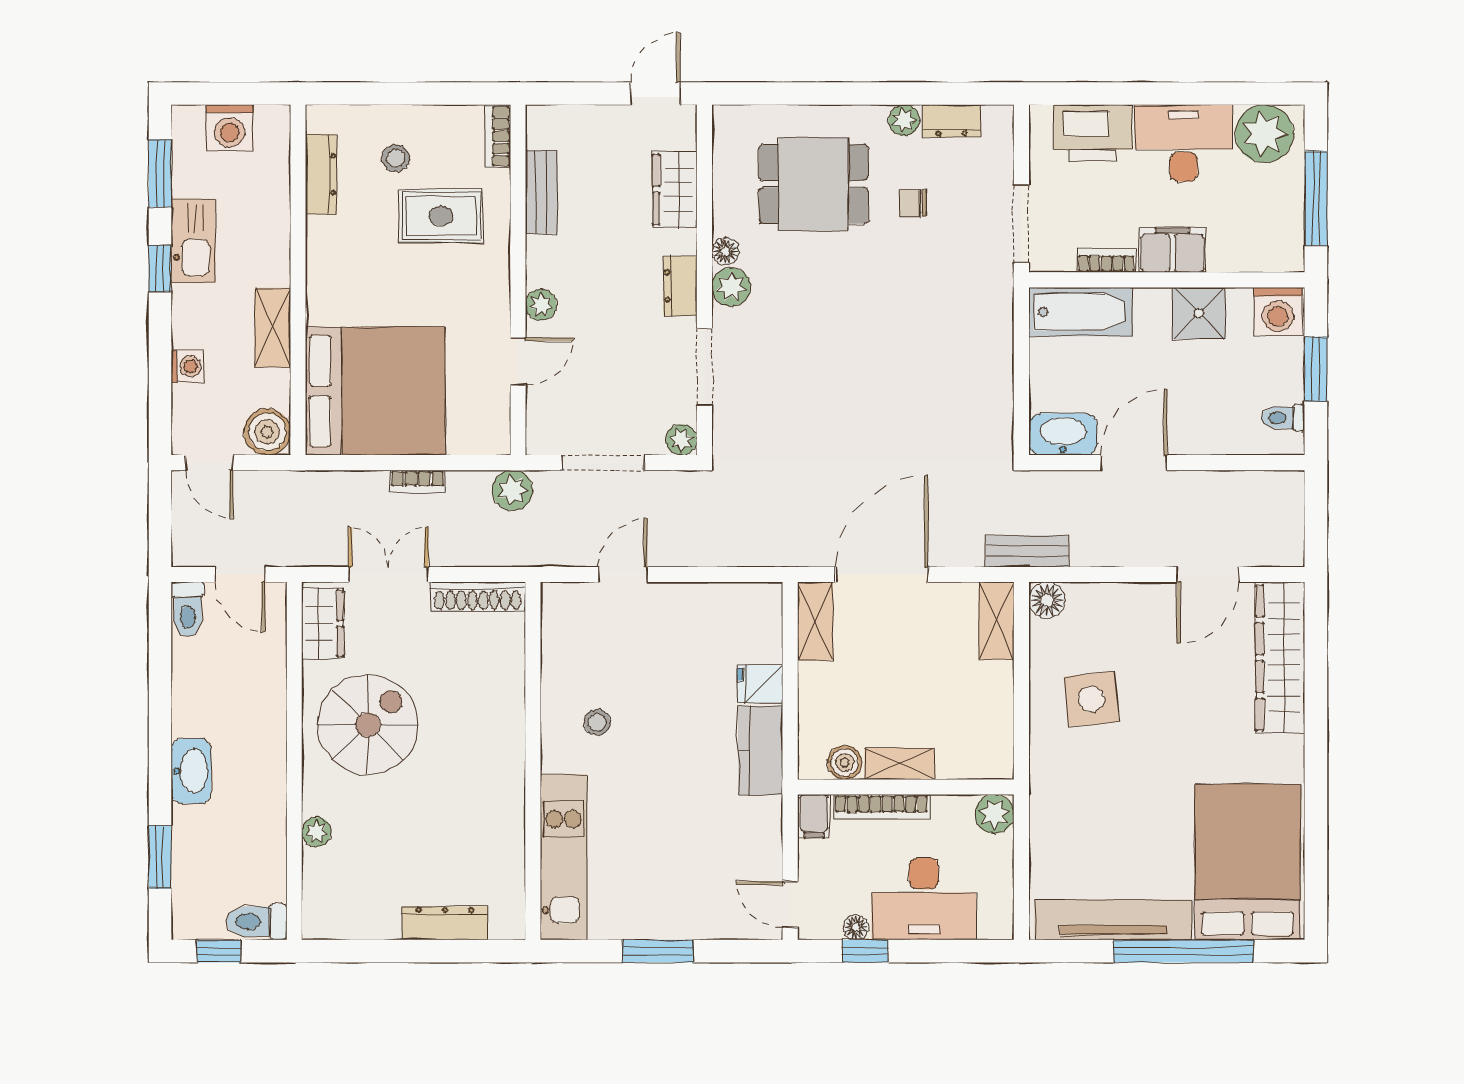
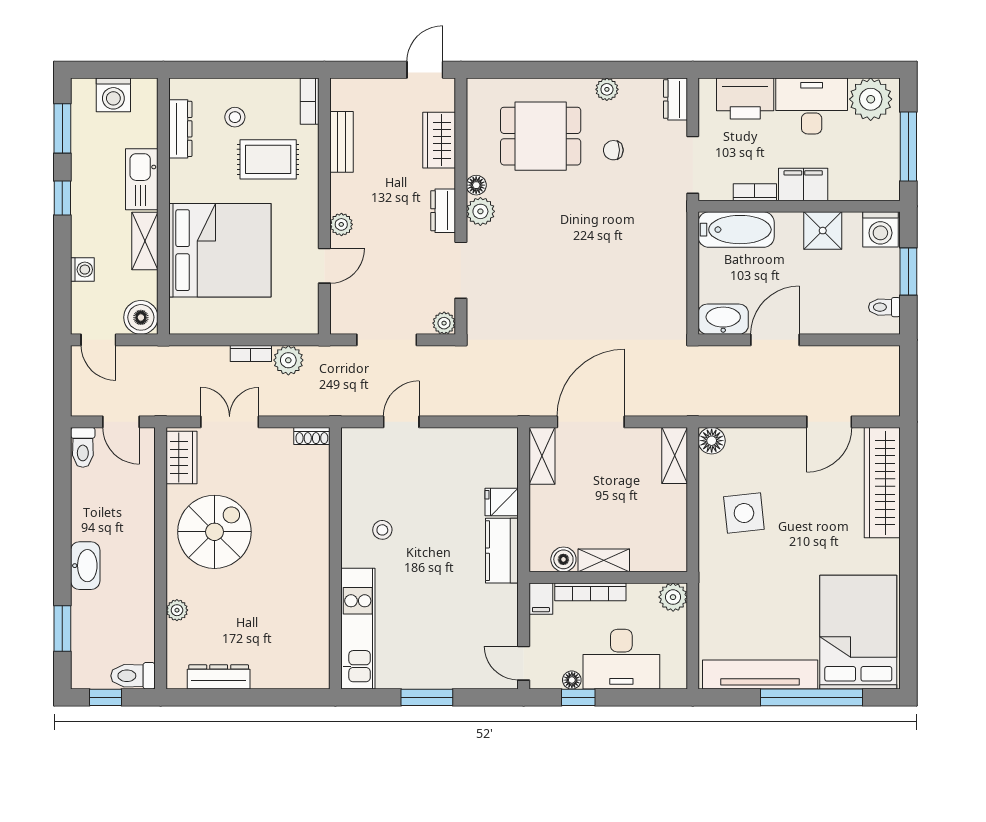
dresser: (951, 121) -> (675, 99), moved, turned 90
kitchen sink: (193, 241) -> (142, 179), moved, turned 180
bed: (375, 391) -> (220, 250), moved
plant: (512, 490) -> (288, 360), moved
bench: (1027, 551) -> (697, 405), removed
shoe rack: (478, 597) -> (312, 436), width x0.51, depth x0.81
dresser: (445, 923) -> (219, 677), moved

